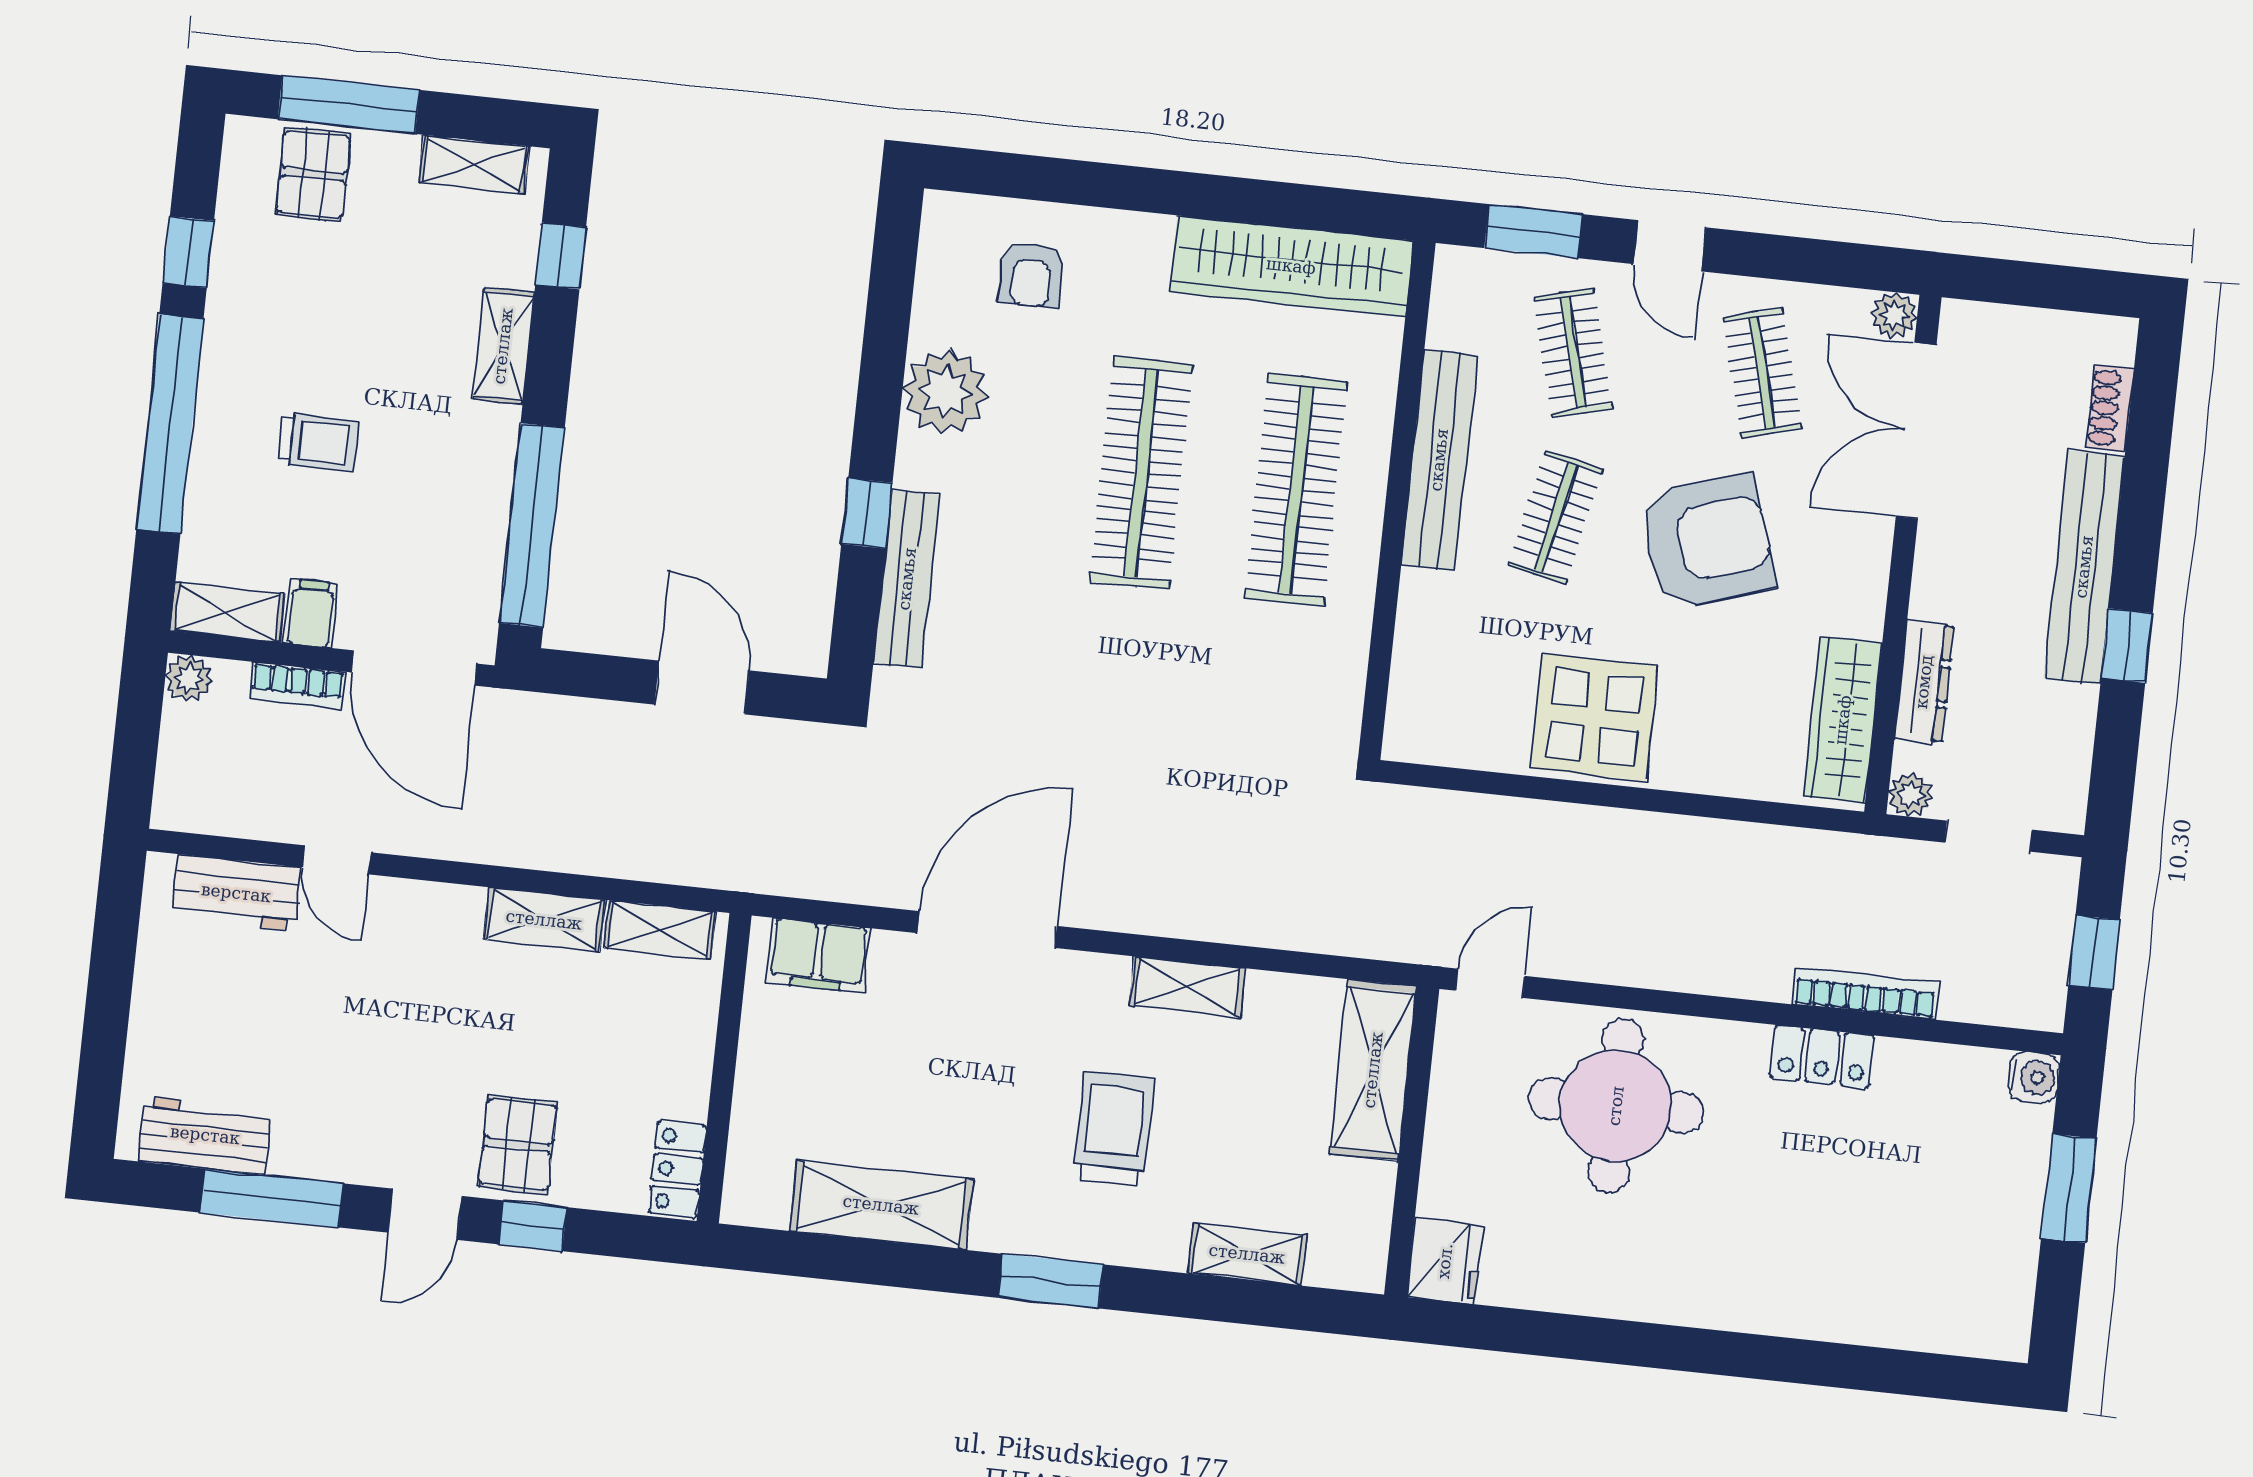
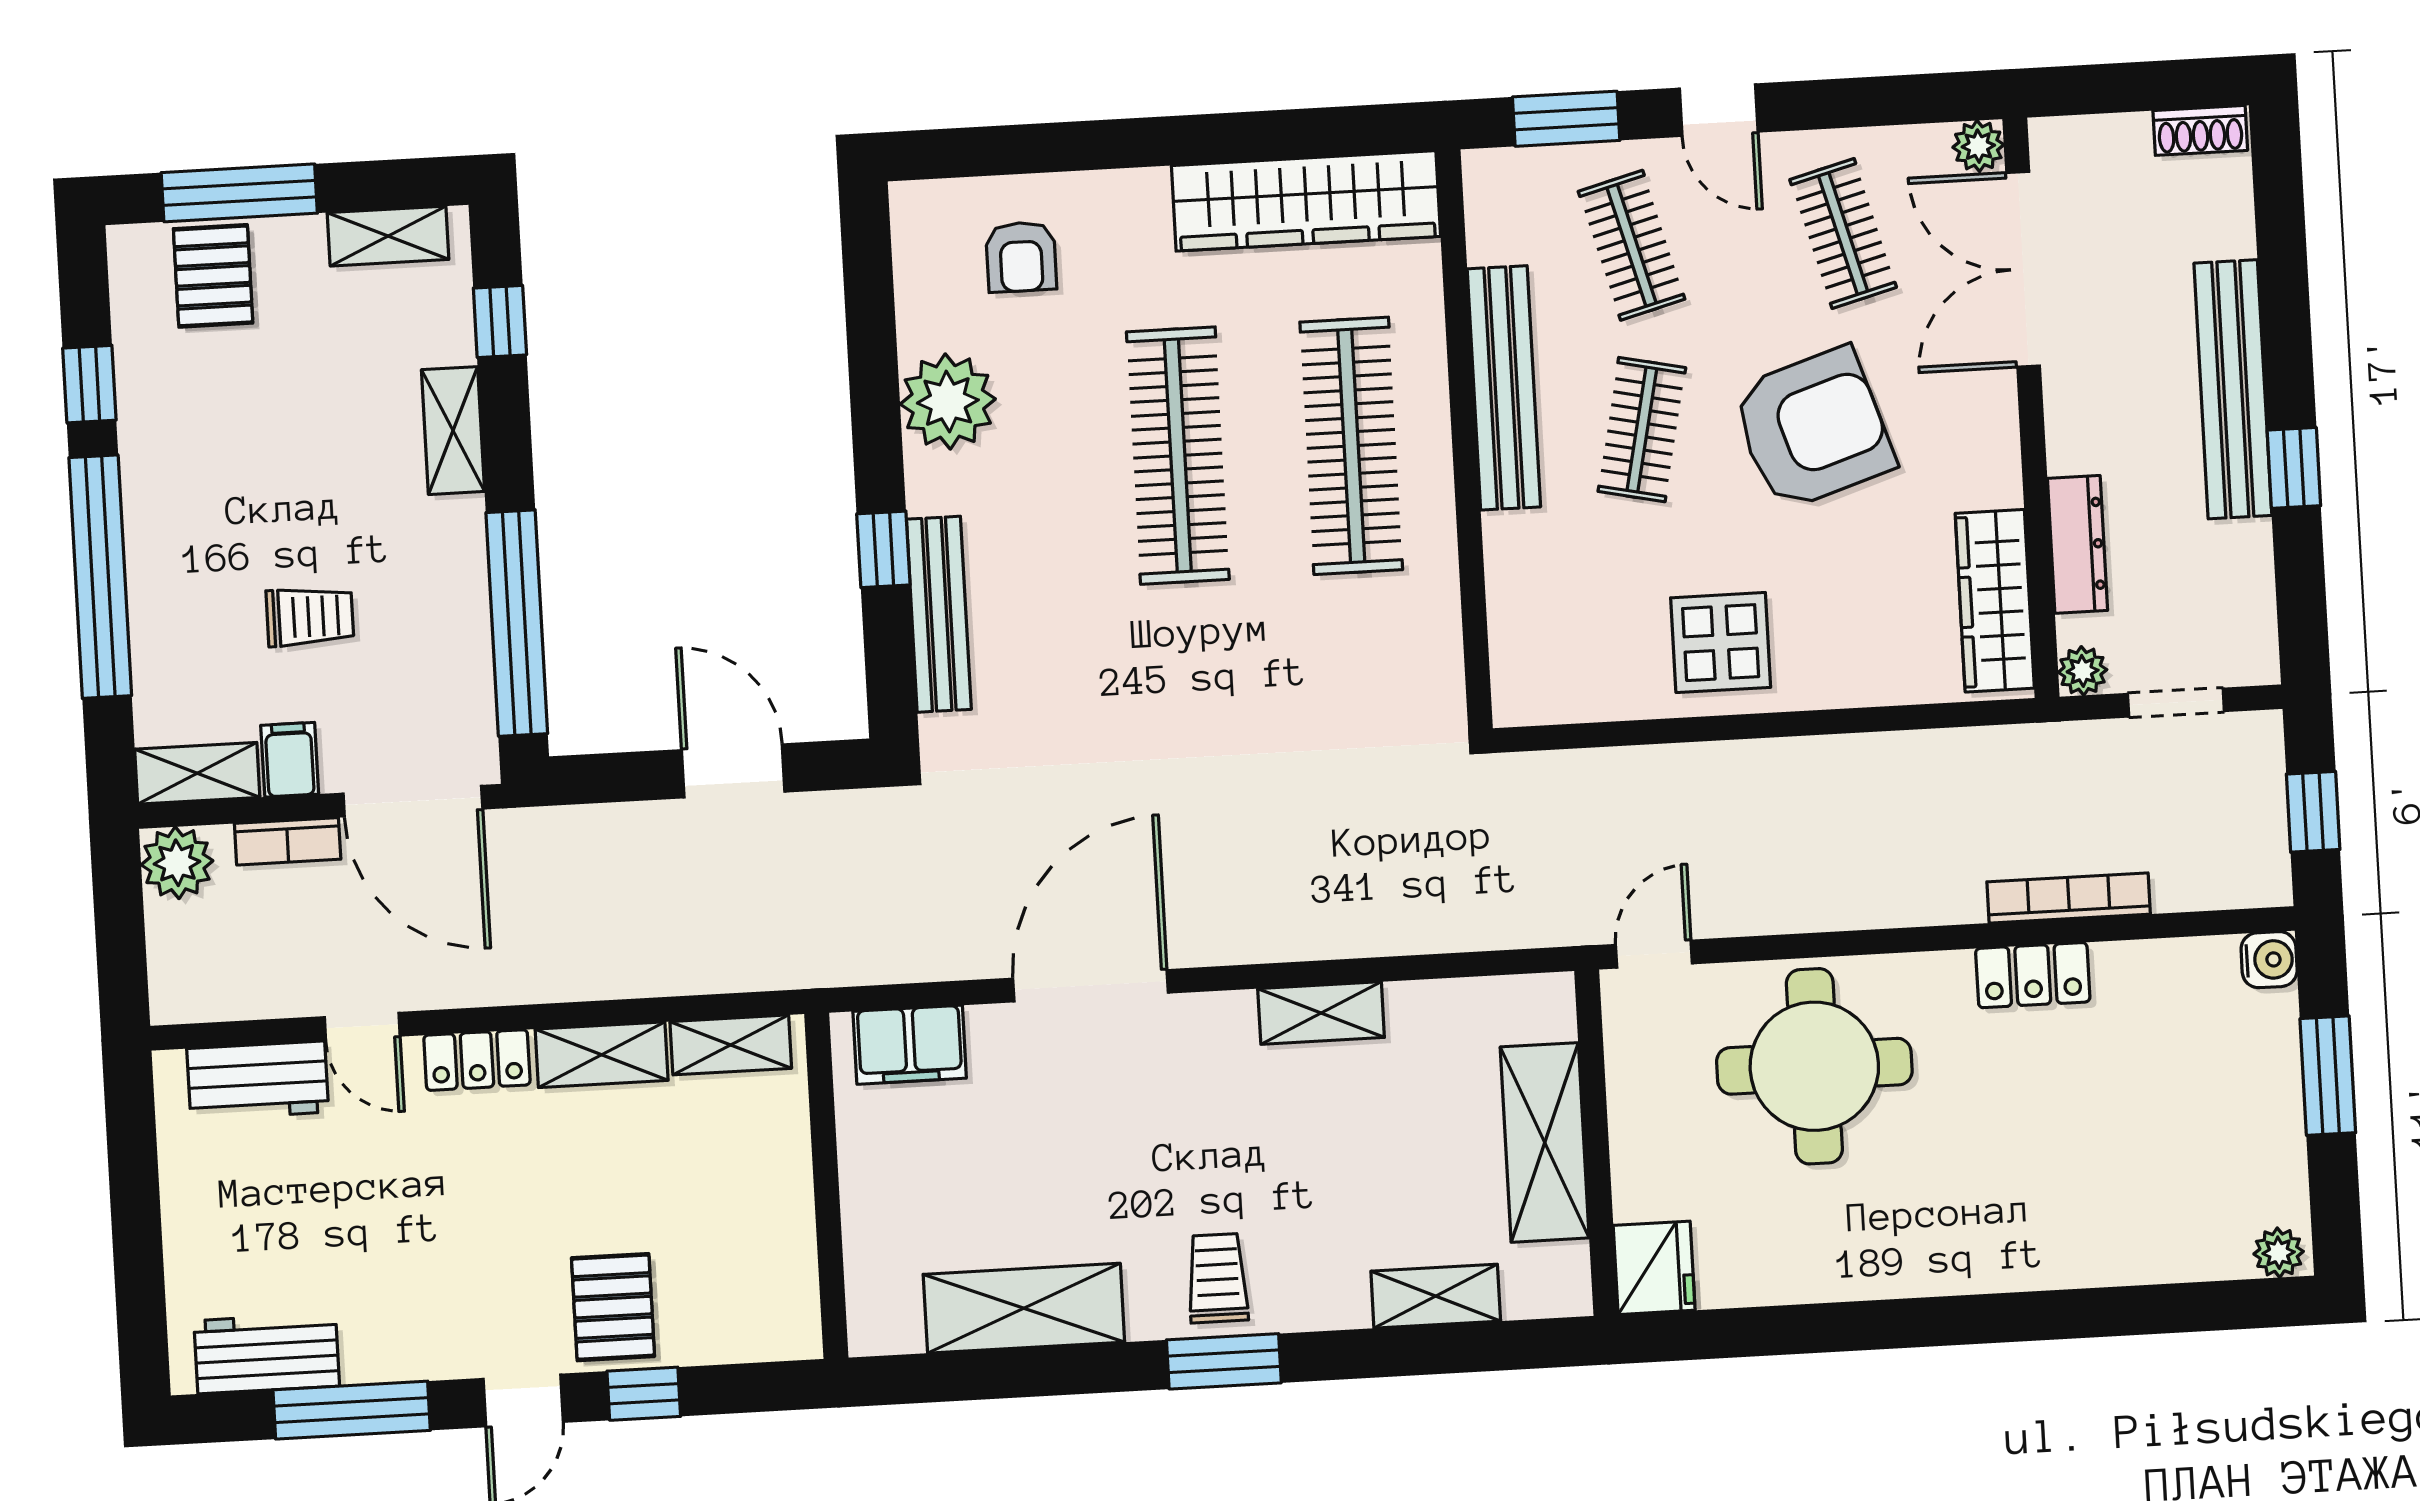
shoe rack: (2110, 408) -> (2200, 130), moved, turned -90
trolley: (319, 442) -> (310, 617), moved
plant: (189, 679) -> (177, 863), width x1.38, depth x1.38
display table: (1594, 717) -> (1721, 643), width x0.73, depth x0.73
shelving: (1373, 1070) -> (1545, 1142), moved
trolley: (1114, 1129) -> (1217, 1278), moved, width x0.73, depth x0.72
locker: (677, 1169) -> (477, 1060), moved, turned -90
plant: (2000, 1338) -> (2279, 1253), added

